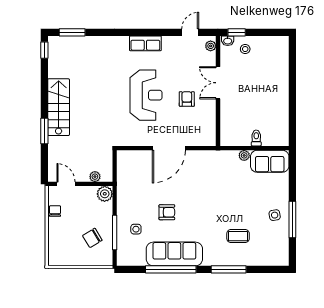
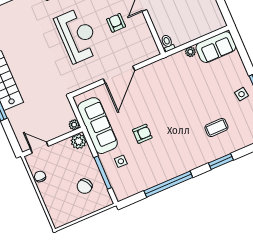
toilet: (256, 138) -> (168, 43), moved
plant: (95, 177) -> (74, 125), moved
sofa: (174, 254) -> (98, 126), moved, turned 90
window: (229, 269) -> (221, 161), width x0.69

